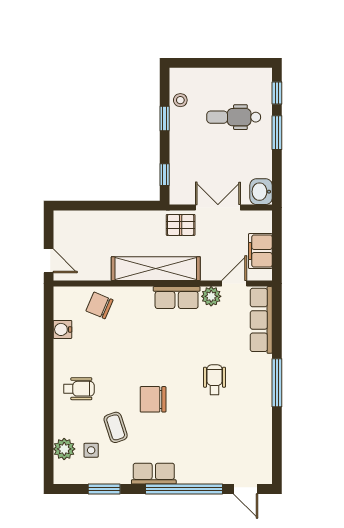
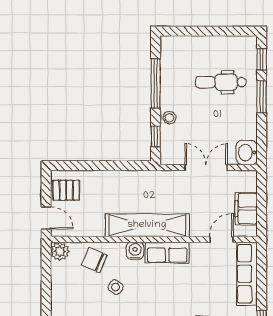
stool: (180, 100) -> (169, 118), moved
window: (165, 119) -> (156, 83), width x2.17
pallet: (181, 225) -> (66, 190), moved
plant: (211, 296) -> (60, 251), moved
water cooler: (62, 329) -> (135, 251), moved, turned 90
side table: (122, 334) -> (116, 287), added

